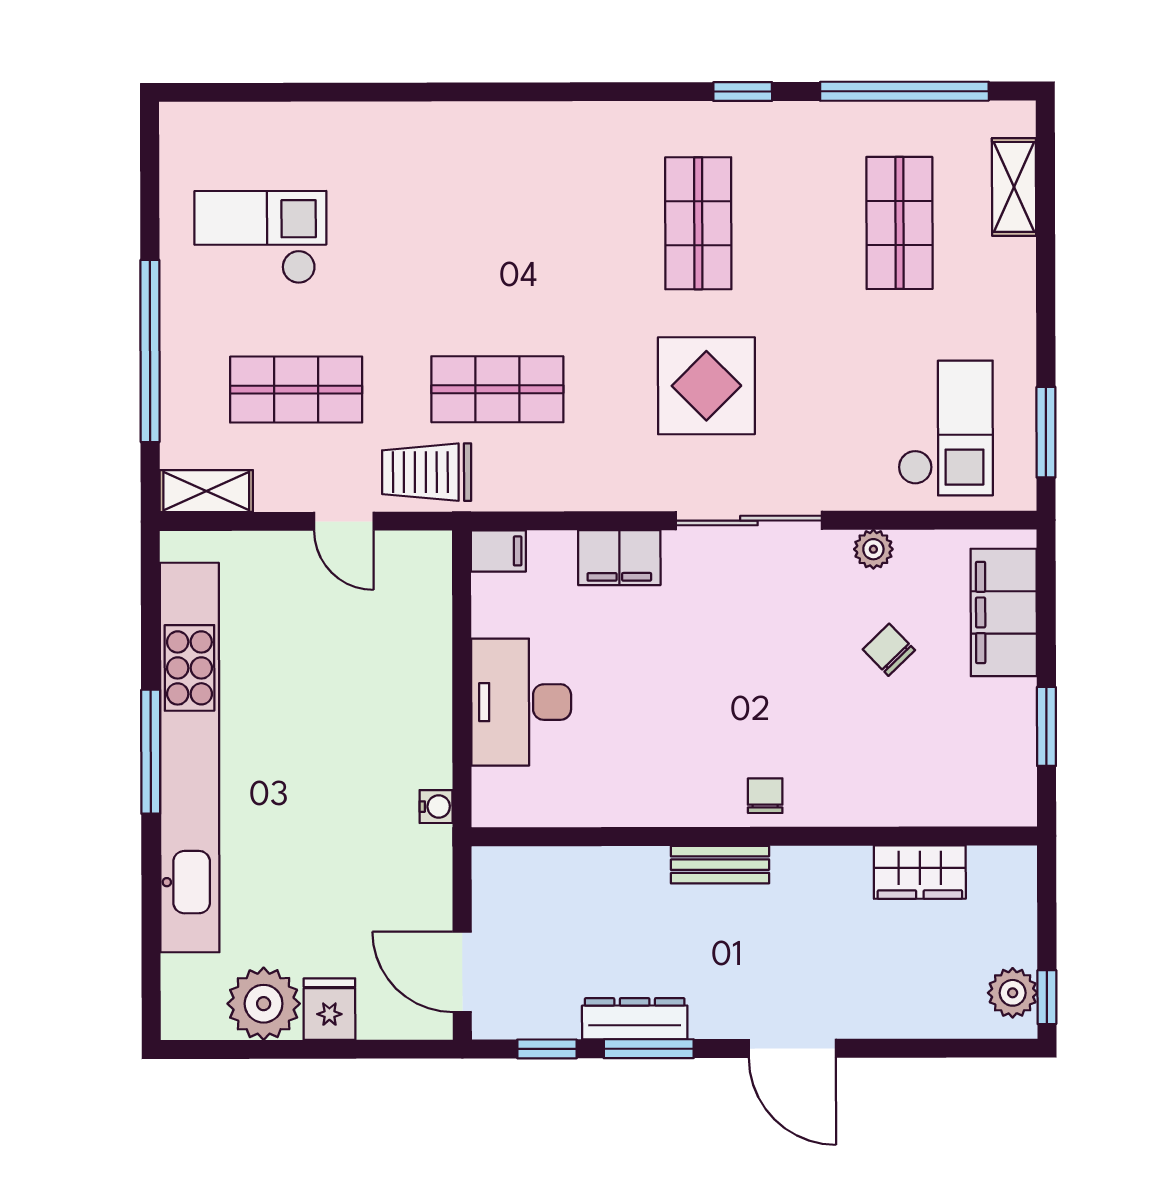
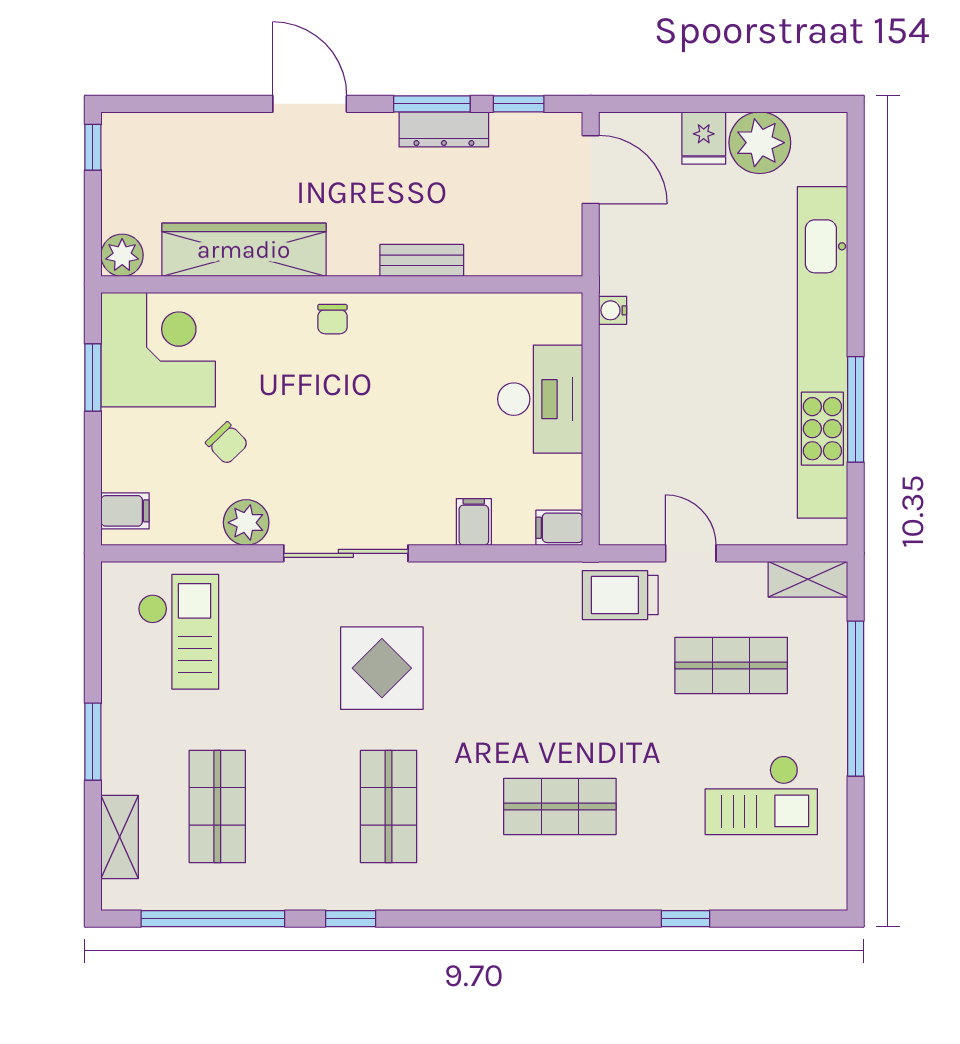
window: (349, 92) -> (685, 919), added
shop shelf: (497, 389) -> (560, 806), moved
checkout: (945, 428) -> (178, 632), turned 180
window: (1046, 432) -> (93, 742), moved
trolley: (427, 472) -> (620, 595), turned 180
plant: (873, 549) -> (246, 523), width x1.38, depth x1.38
filing cabinet: (619, 558) -> (474, 522), width x0.50
filing cabinet: (1004, 612) -> (125, 511), width x0.33, depth x0.86
window: (151, 752) -> (856, 409), moved
corner desk: (970, 759) -> (158, 350), added
bench: (720, 865) -> (422, 260), moved
wardrobe: (920, 872) -> (244, 250), width x2.10, depth x1.17
plant: (1013, 993) -> (122, 255), moved

